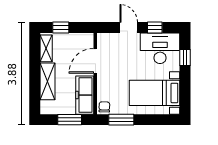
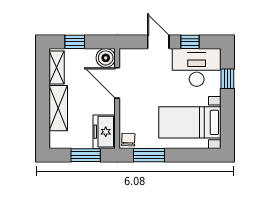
boiler: (86, 40) -> (106, 58), added
door: (95, 61) -> (117, 83), hinge flipped
freezer: (85, 95) -> (104, 132), width x0.71

